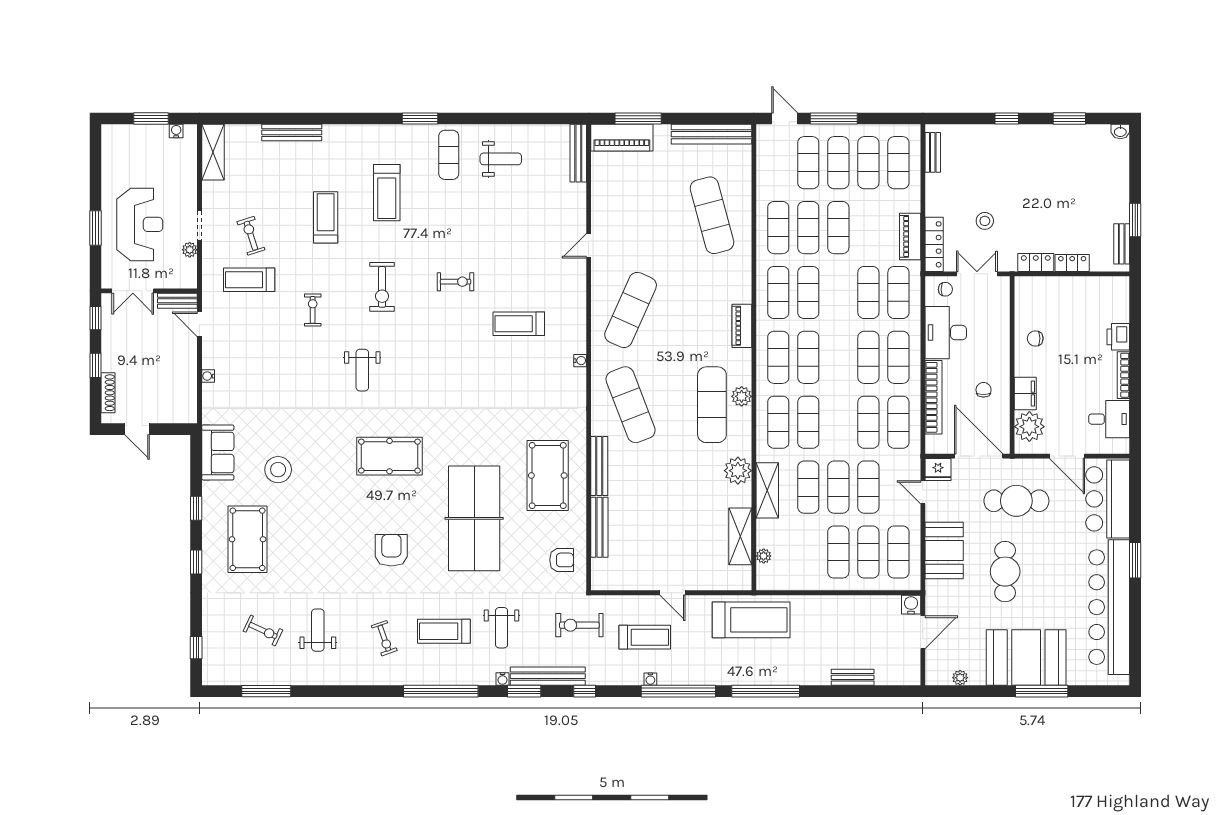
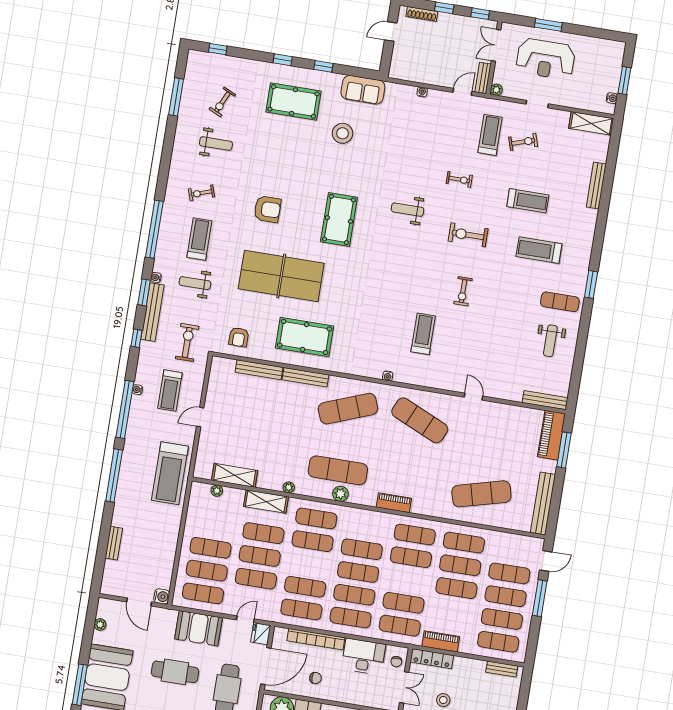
plant: (190, 250) -> (496, 90), moved
exercise mat: (778, 357) -> (358, 572), moved
plant: (738, 471) -> (289, 487), width x0.53, depth x0.53

